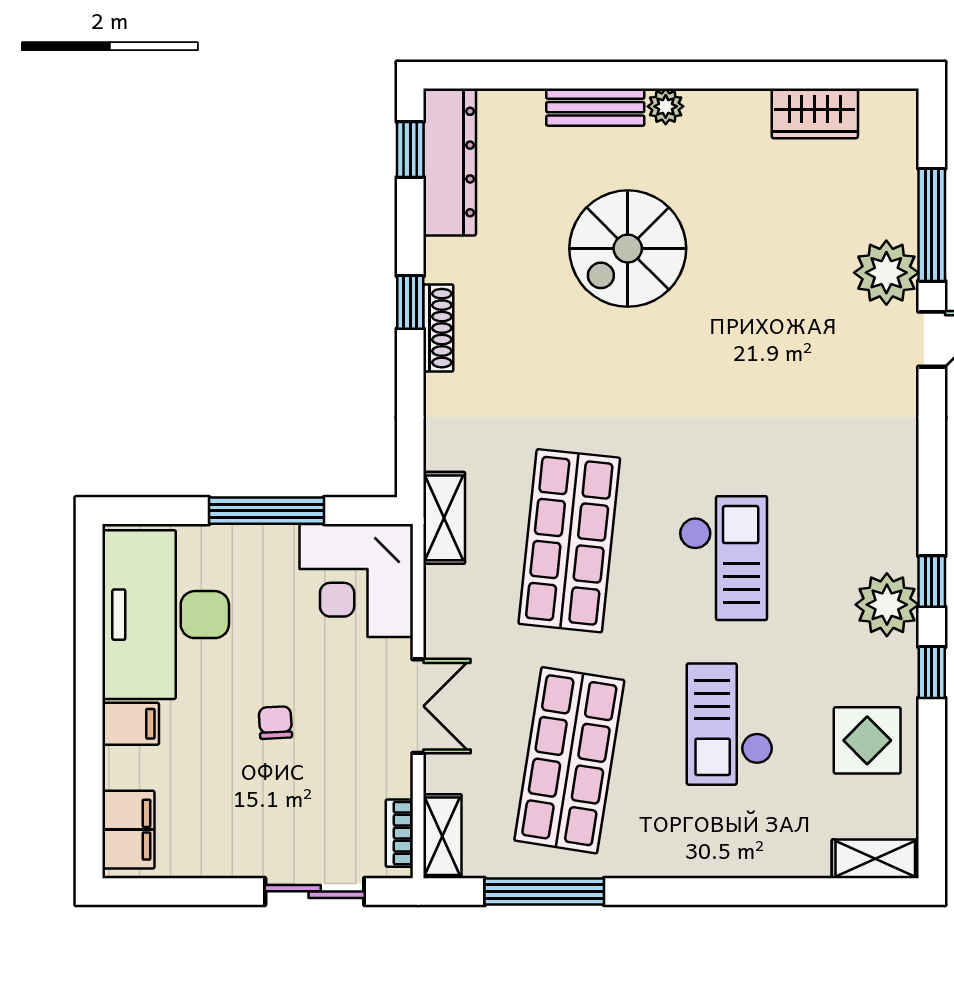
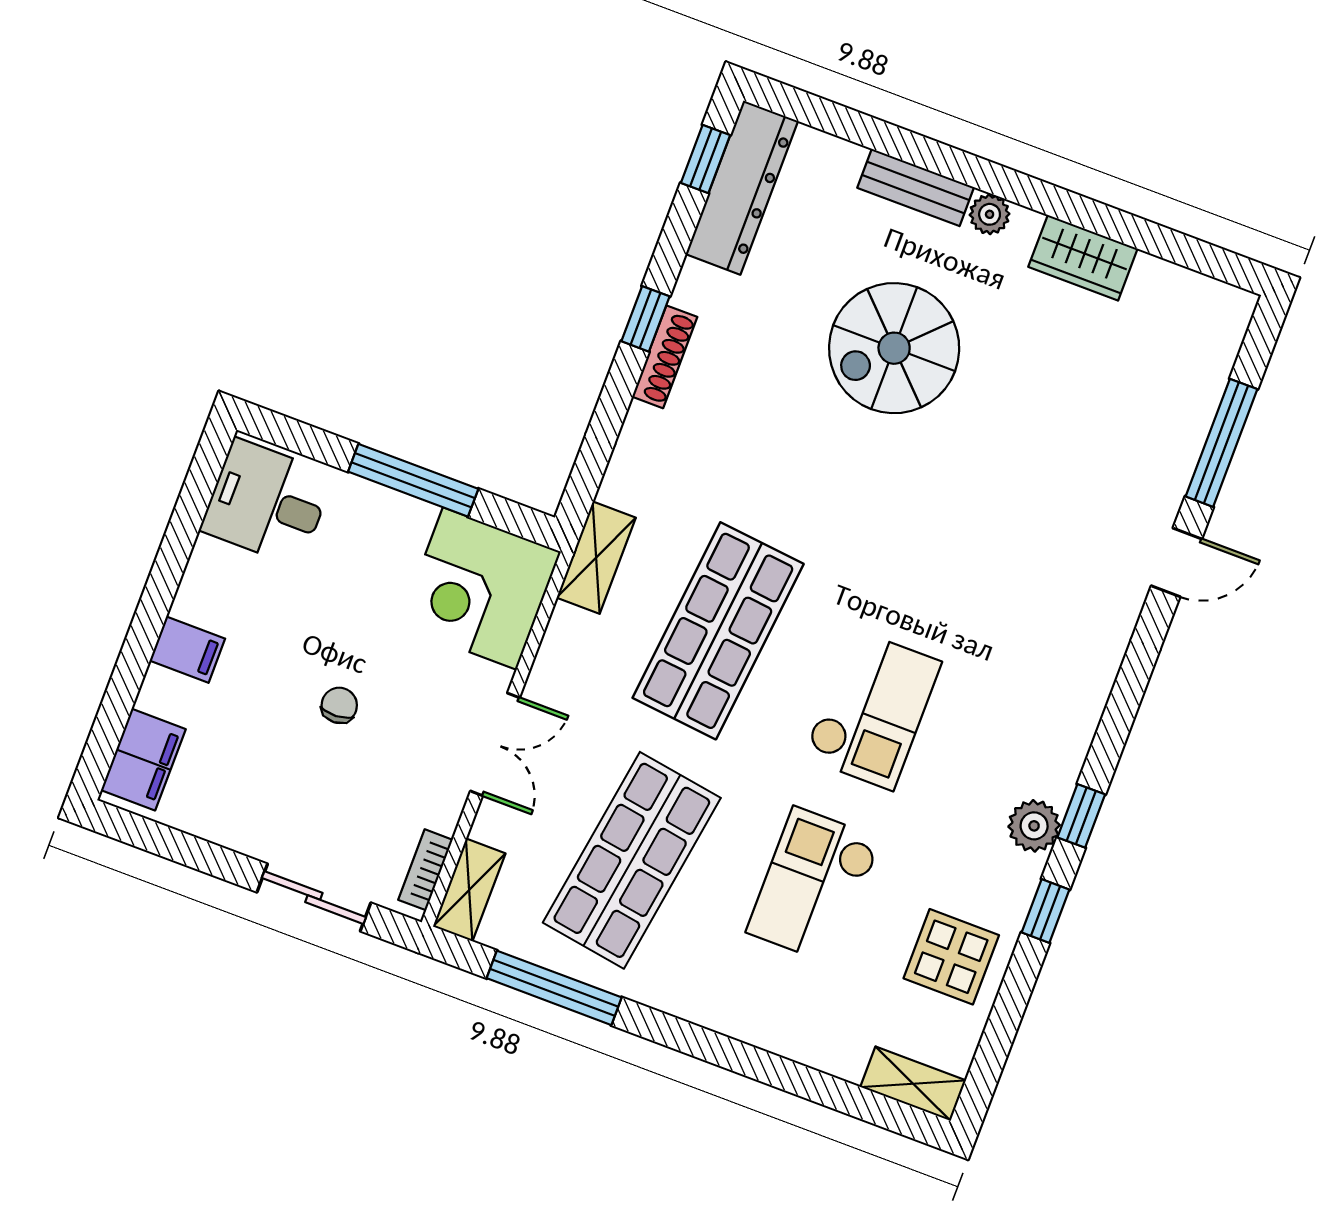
wardrobe: (815, 113) -> (1083, 258), moved
plant: (886, 273) -> (1155, 475), removed
plant: (887, 605) -> (1034, 826), width x0.73, depth x0.73
desk: (166, 615) -> (267, 502), width x0.53, depth x0.77

